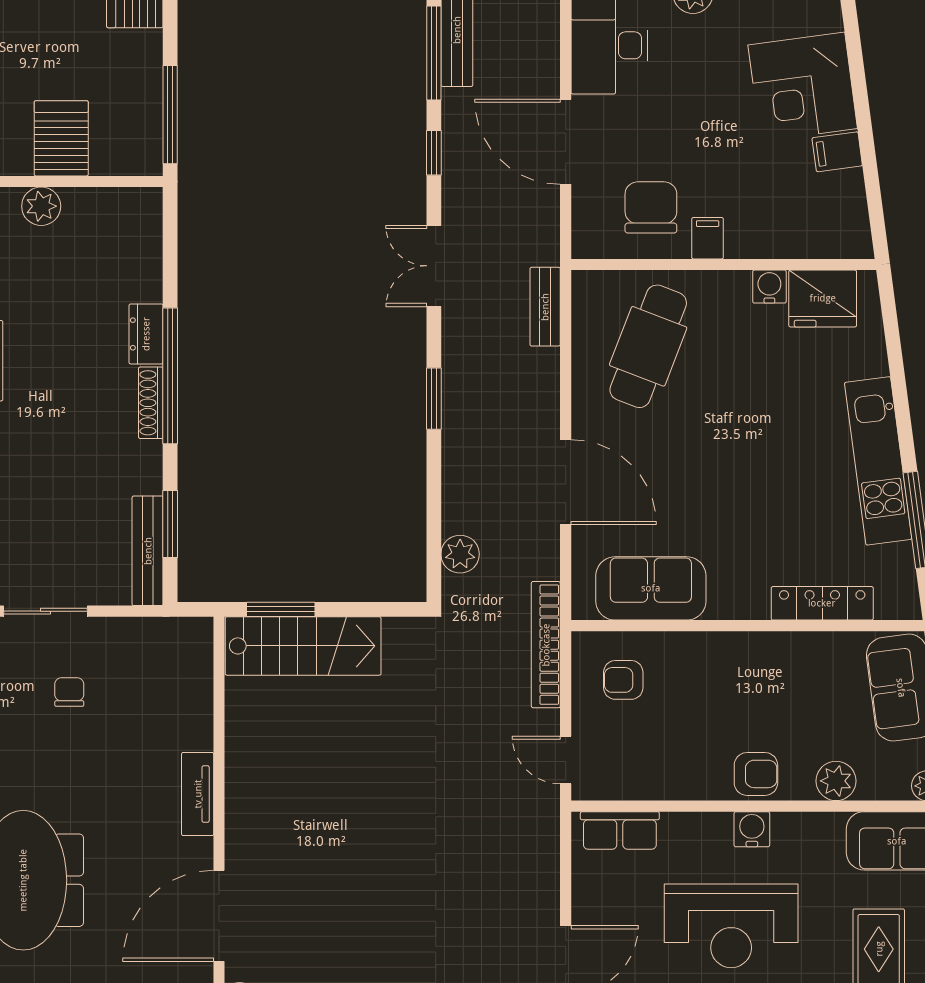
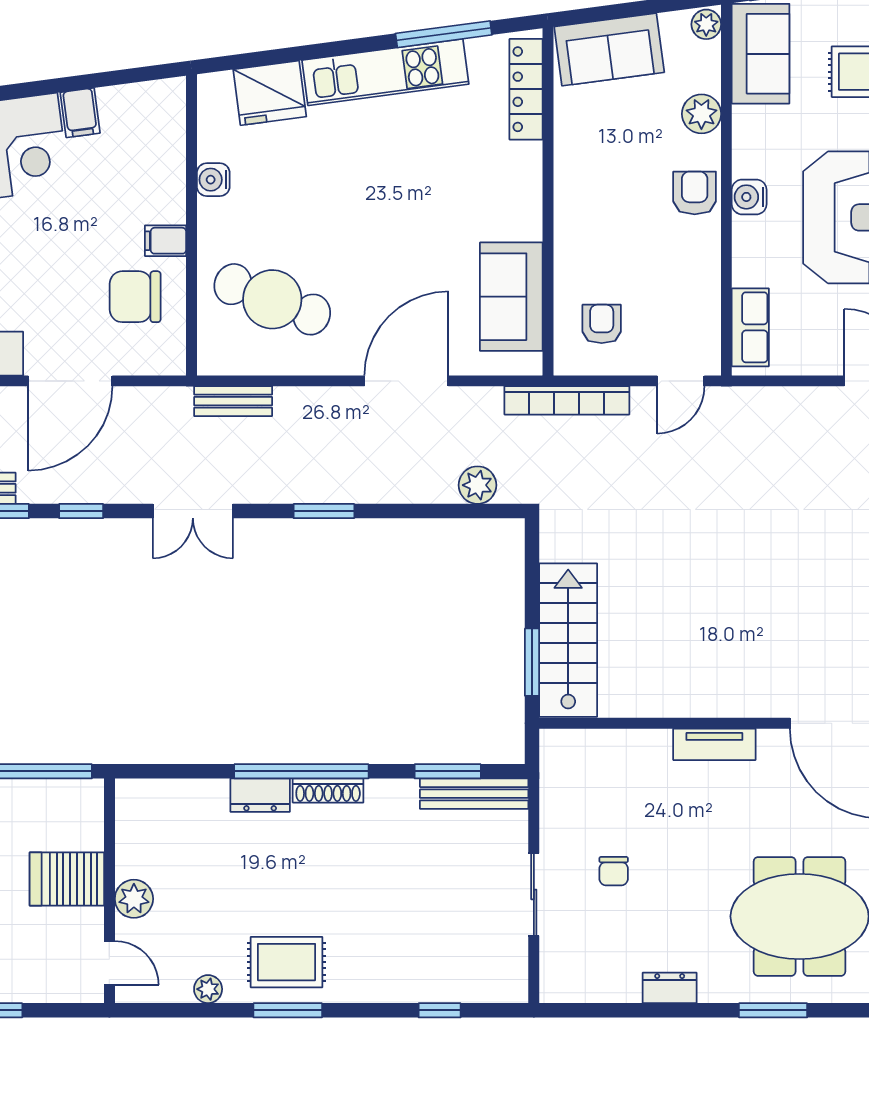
fridge: (823, 298) -> (270, 93), moved, turned 82
locker: (822, 603) -> (526, 89), moved
armchair: (623, 680) -> (602, 324), turned 180
chair: (69, 692) -> (614, 871), turned -90

